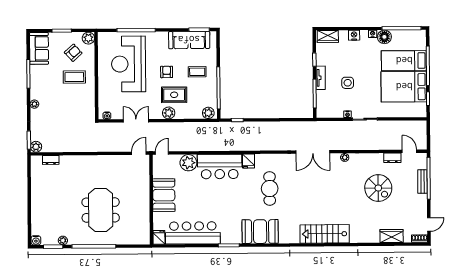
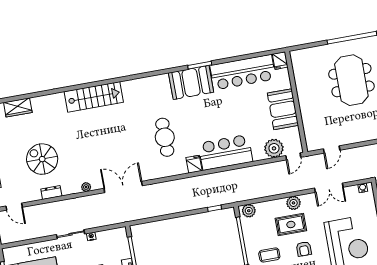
door: (139, 153) -> (332, 149), moved
dresser: (392, 158) -> (51, 192), moved
plant: (188, 163) -> (274, 148), moved
booth: (260, 232) -> (191, 83), moved

